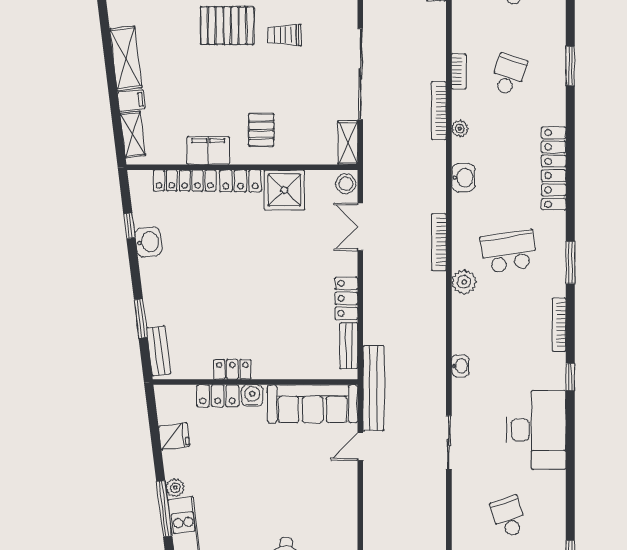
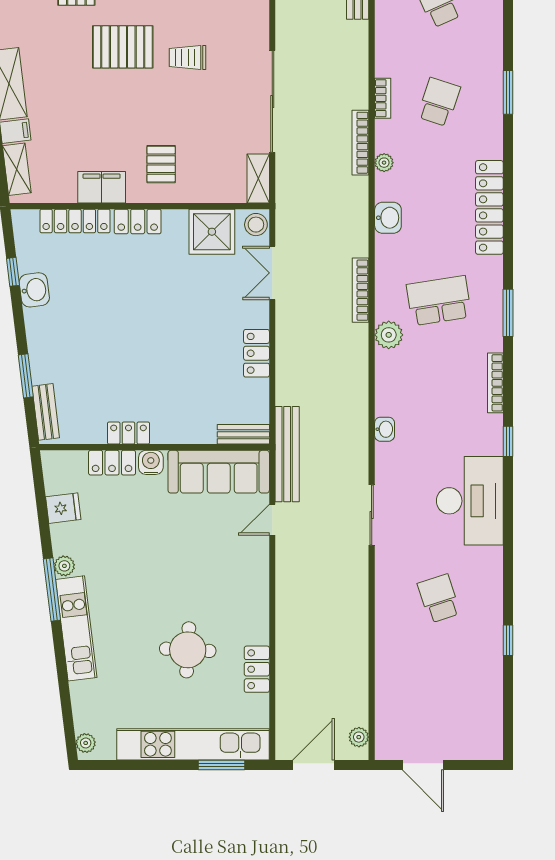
shower: (284, 190) -> (212, 232), moved
bench: (349, 346) -> (243, 434), moved, turned 90

